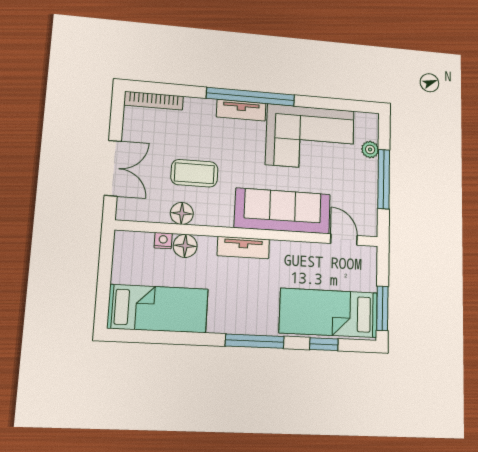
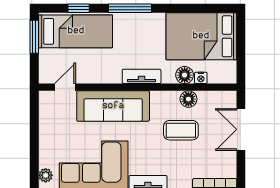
plant: (370, 149) -> (46, 175), moved
window: (384, 179) -> (34, 137), removed
door: (344, 240) -> (65, 87), swing flipped
bed: (158, 309) -> (201, 36), width x1.50

